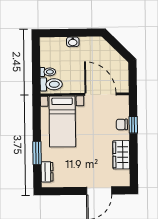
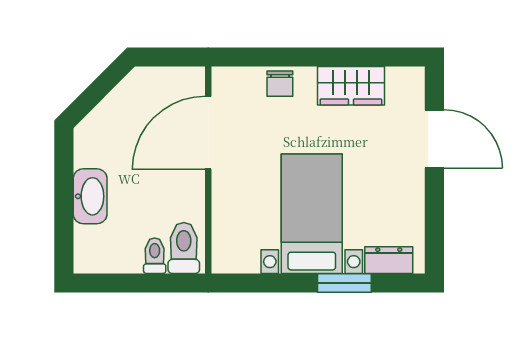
washbasin: (73, 42) -> (90, 196), width x1.91, depth x1.45
bed with nightstands: (62, 121) -> (312, 214), moved, turned -90
window: (133, 125) -> (281, 57), removed

